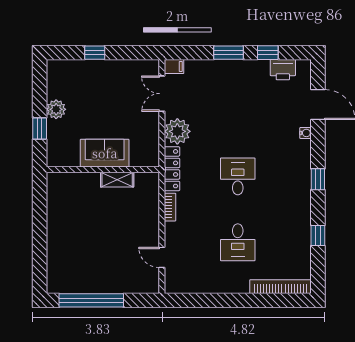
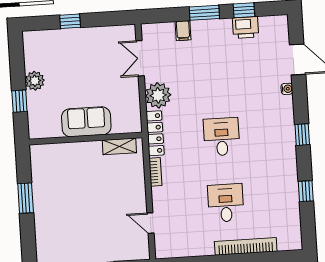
filing cabinet: (174, 66) -> (183, 31), moved, turned 90
printer: (283, 70) -> (246, 27), moved
shelving: (117, 180) -> (119, 146), moved
window: (40, 225) -> (26, 198), added
desk: (238, 242) -> (226, 203), turned 180
bookcase: (280, 287) -> (246, 246), moved

